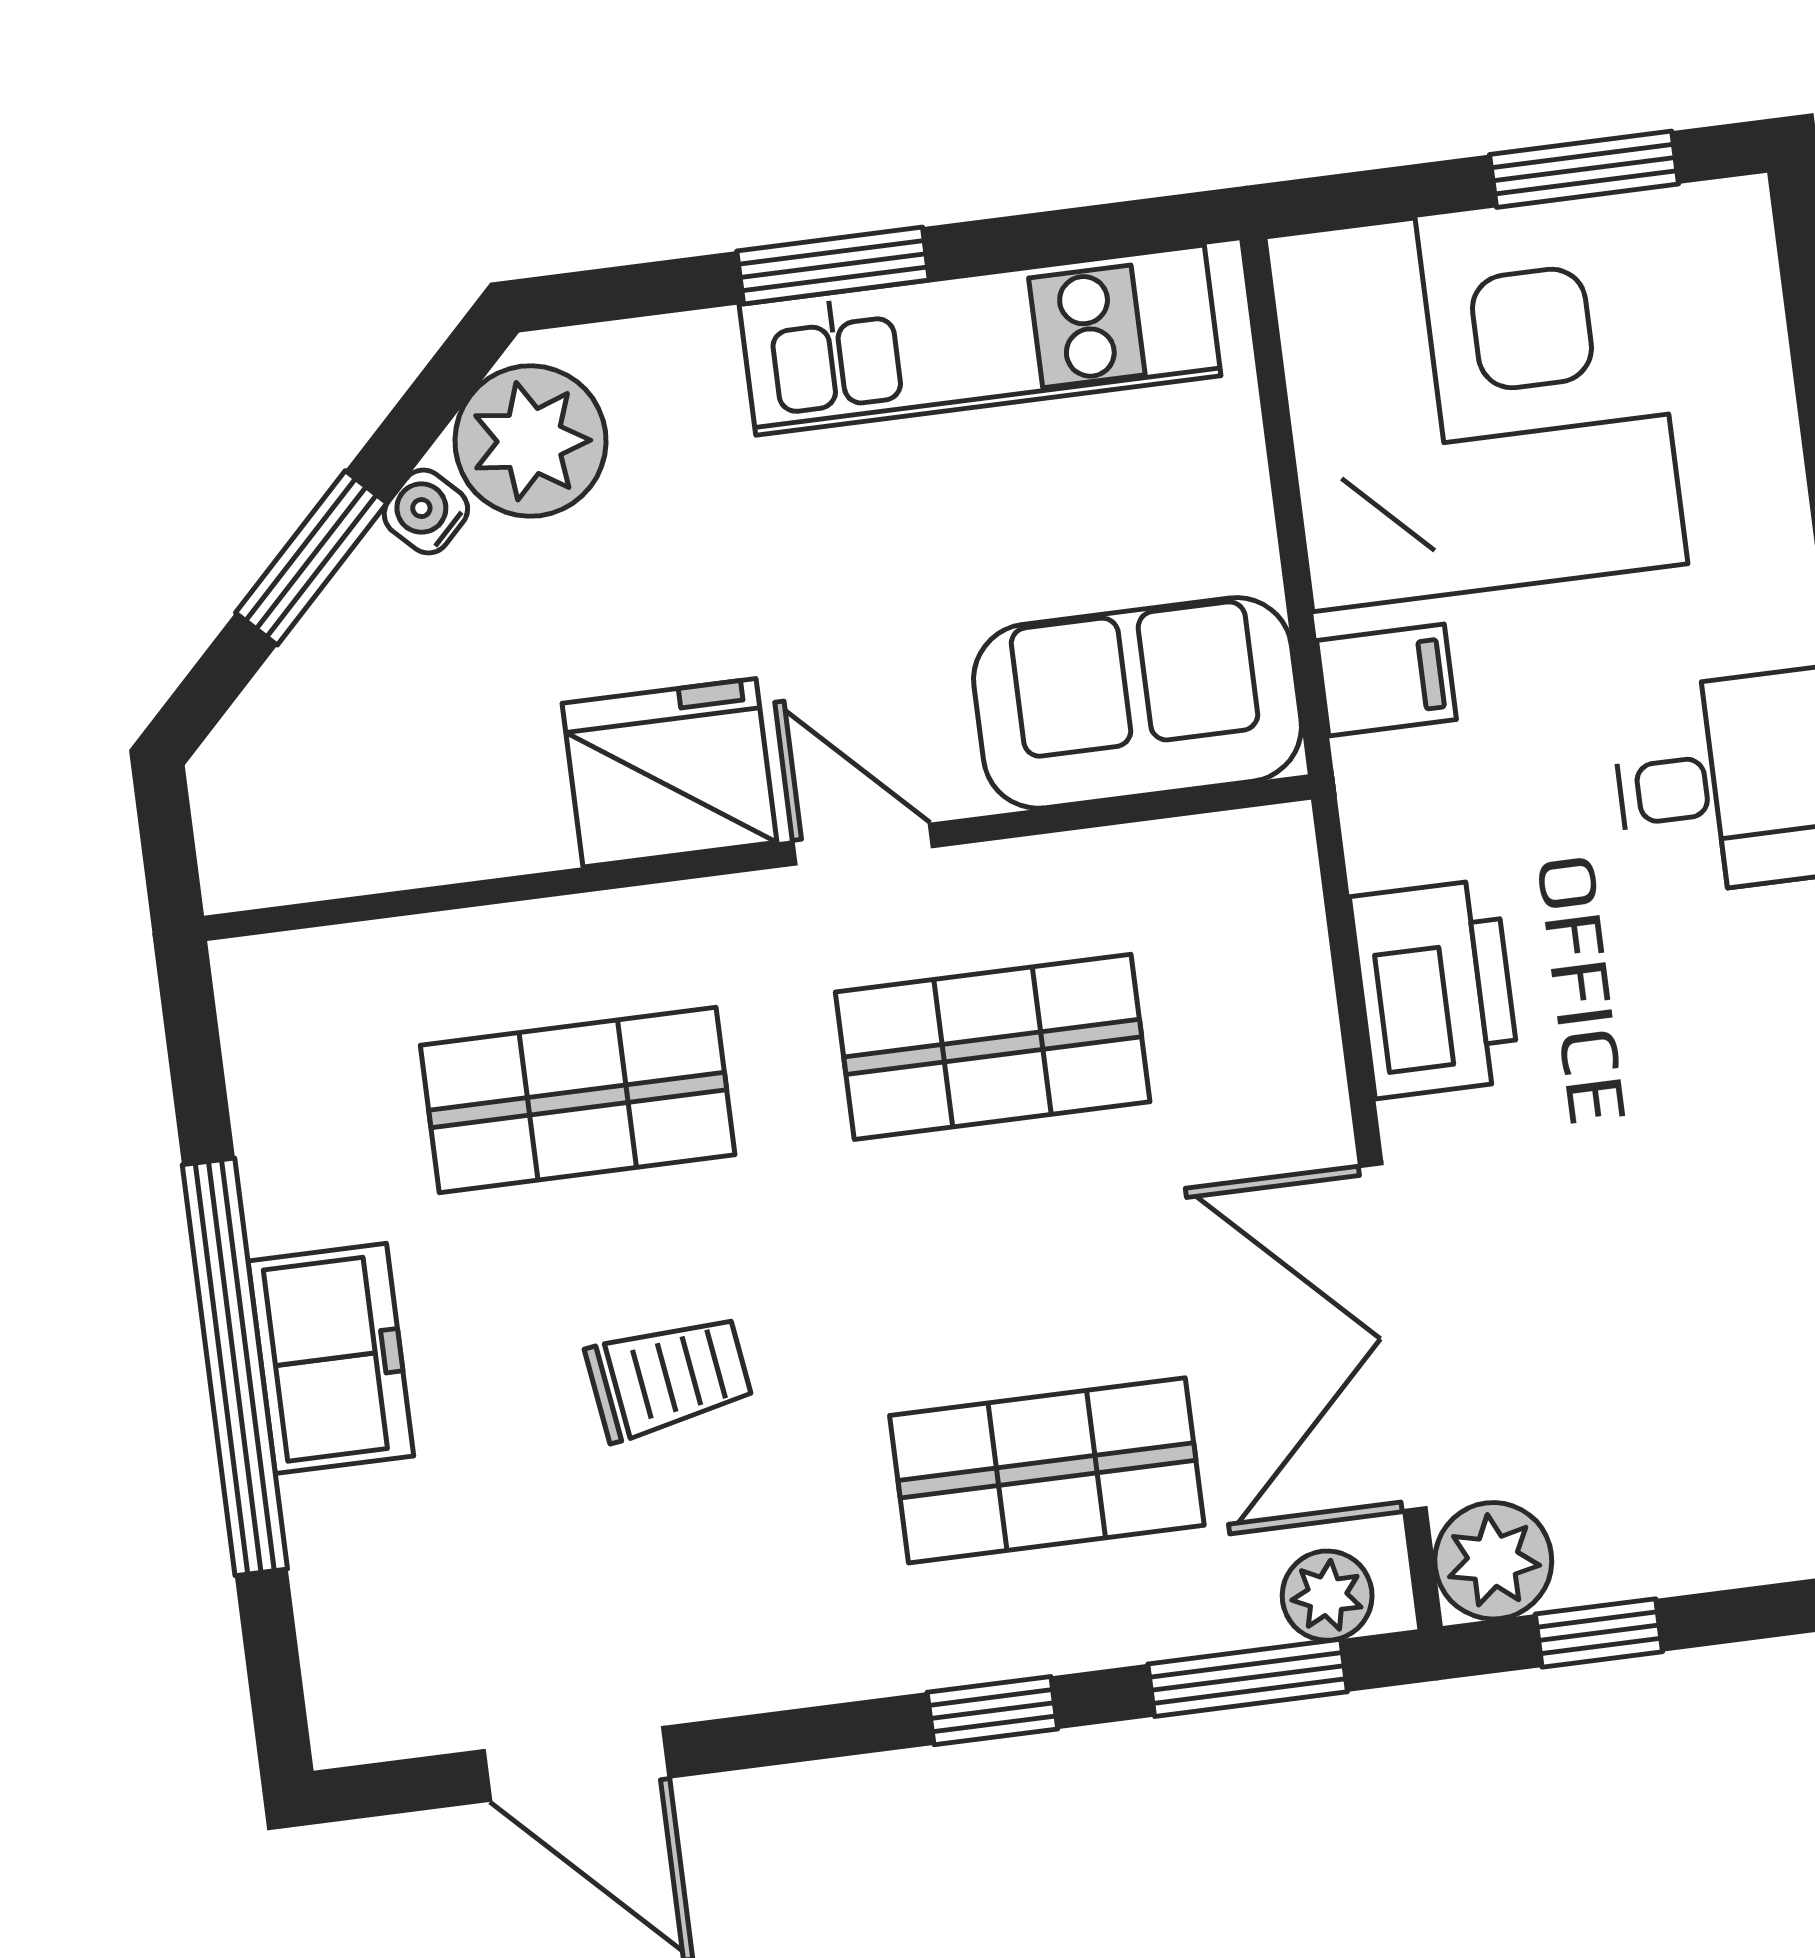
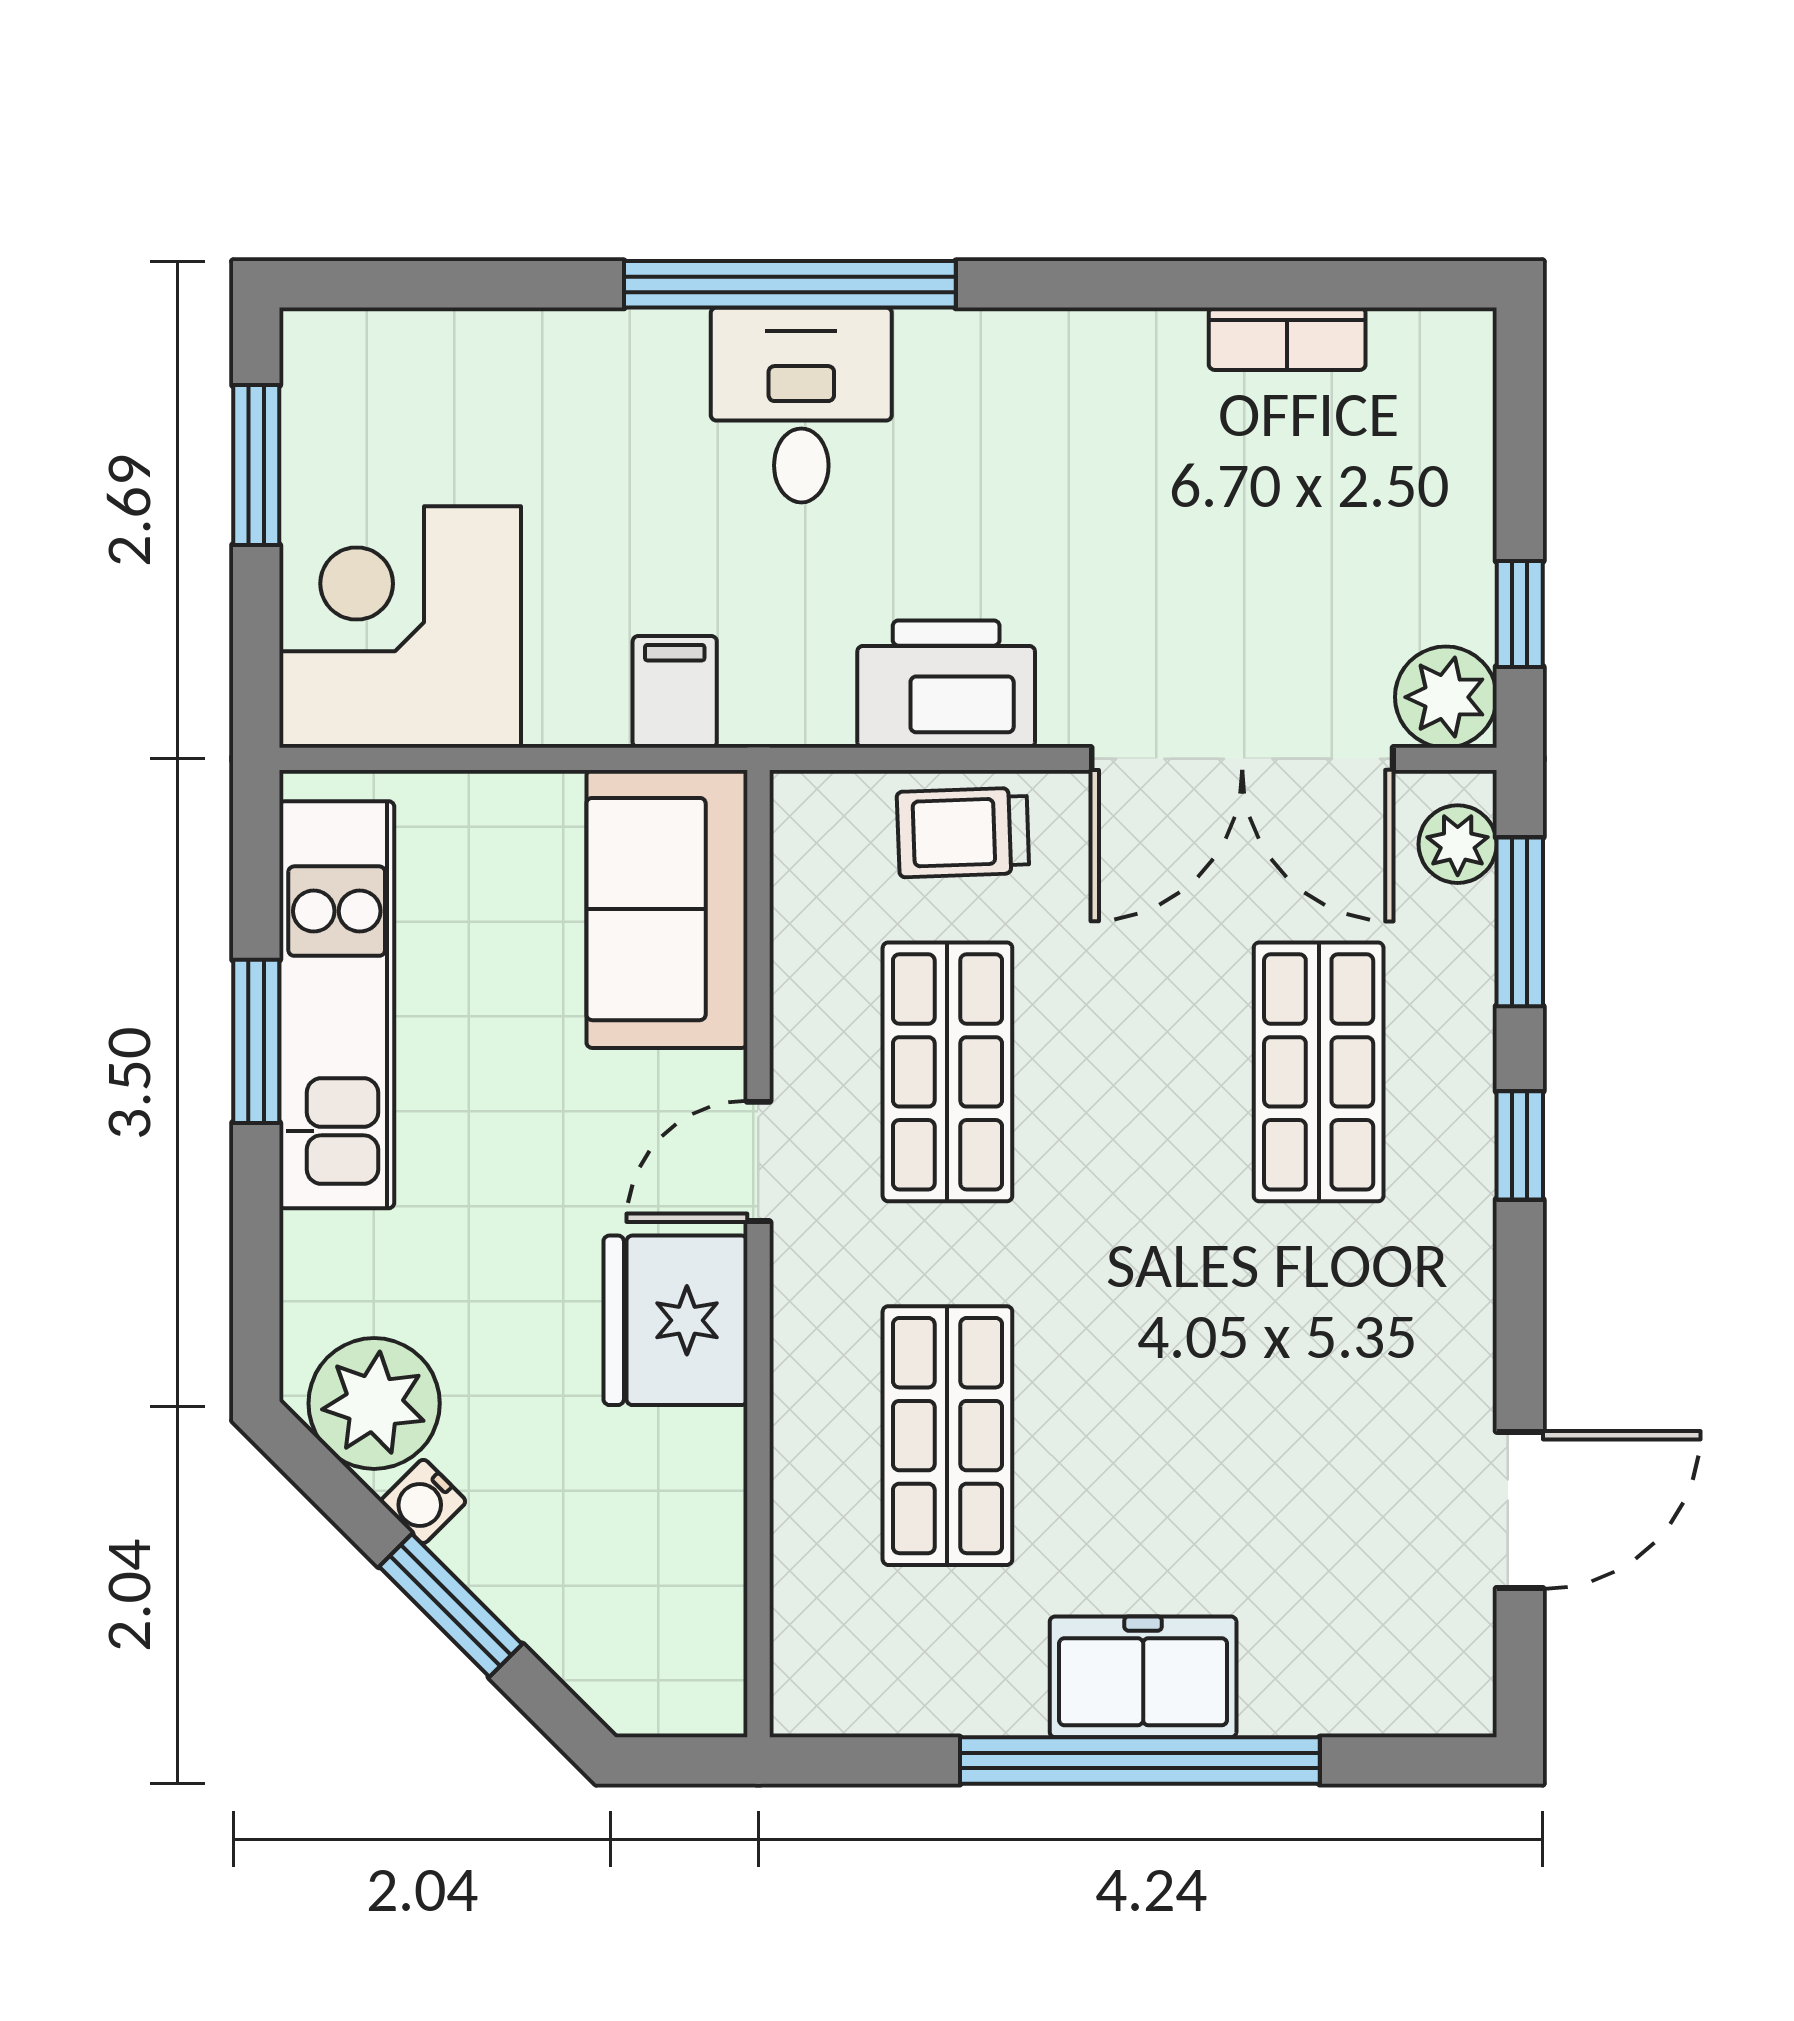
window: (833, 265) -> (256, 1041), moved
corner desk: (1476, 400) -> (400, 627), width x0.74, depth x0.74
trolley: (669, 1377) -> (963, 832), moved, turned -84

